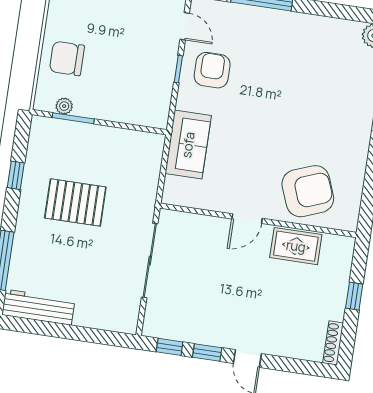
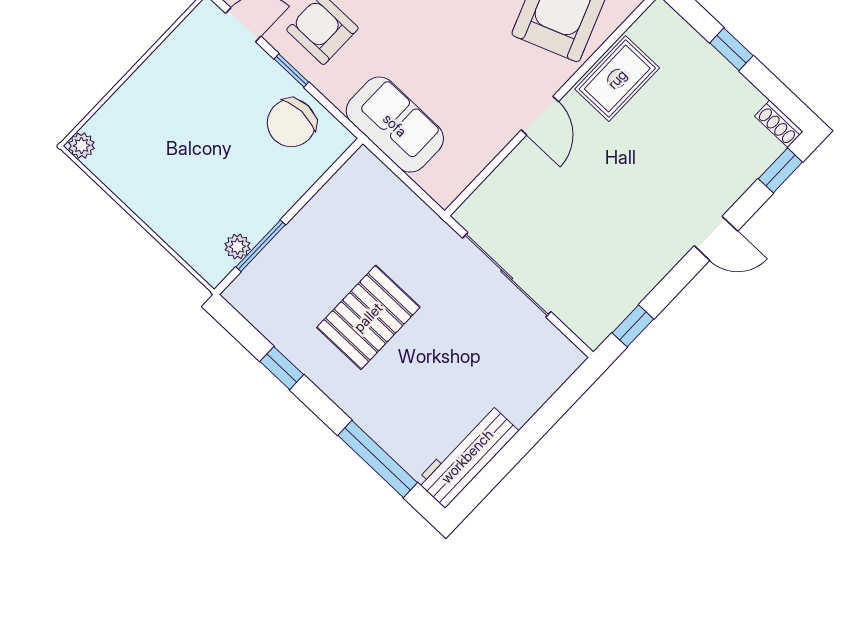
chair: (67, 58) -> (291, 123), moved
shoe rack: (333, 343) -> (779, 124), width x0.70
window: (207, 353) -> (780, 170), moved

